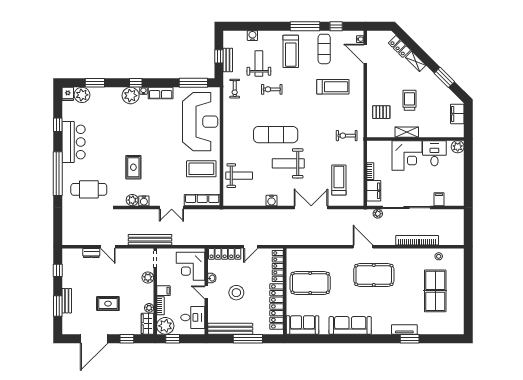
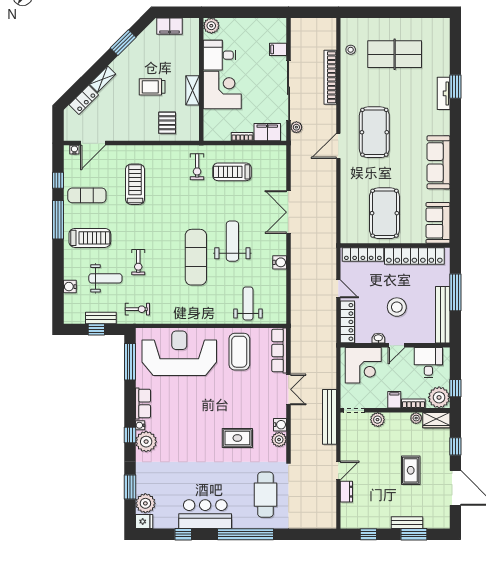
weight bench: (259, 64) -> (105, 278), turned 180
weight bench: (288, 163) -> (232, 241), turned 180
treadmill: (339, 180) -> (232, 172), moved

